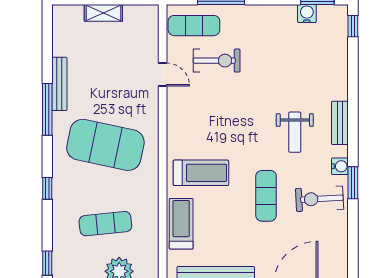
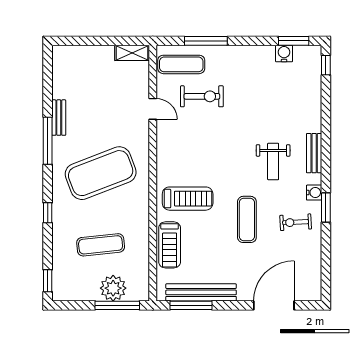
shelving: (103, 13) -> (132, 53), moved
bench: (59, 84) -> (59, 118), width x0.73
exercise mat: (105, 145) -> (101, 173), turned -33
exercise bike: (320, 199) -> (296, 222), width x0.73, depth x0.72
treadmill: (181, 224) -> (170, 245), turned 180

